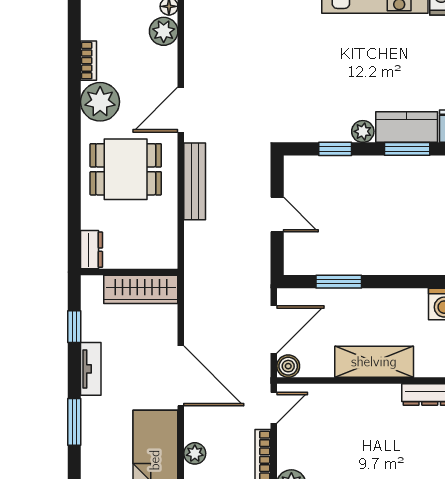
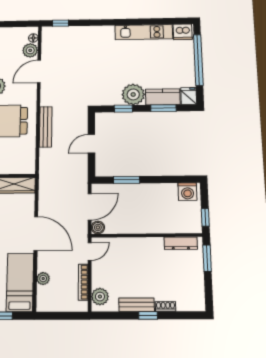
door: (181, 110) -> (39, 71), moved
plant: (363, 131) -> (133, 94), width x1.88, depth x1.88
door: (277, 215) -> (91, 144), swing flipped
shelving: (374, 362) -> (148, 225), removed

